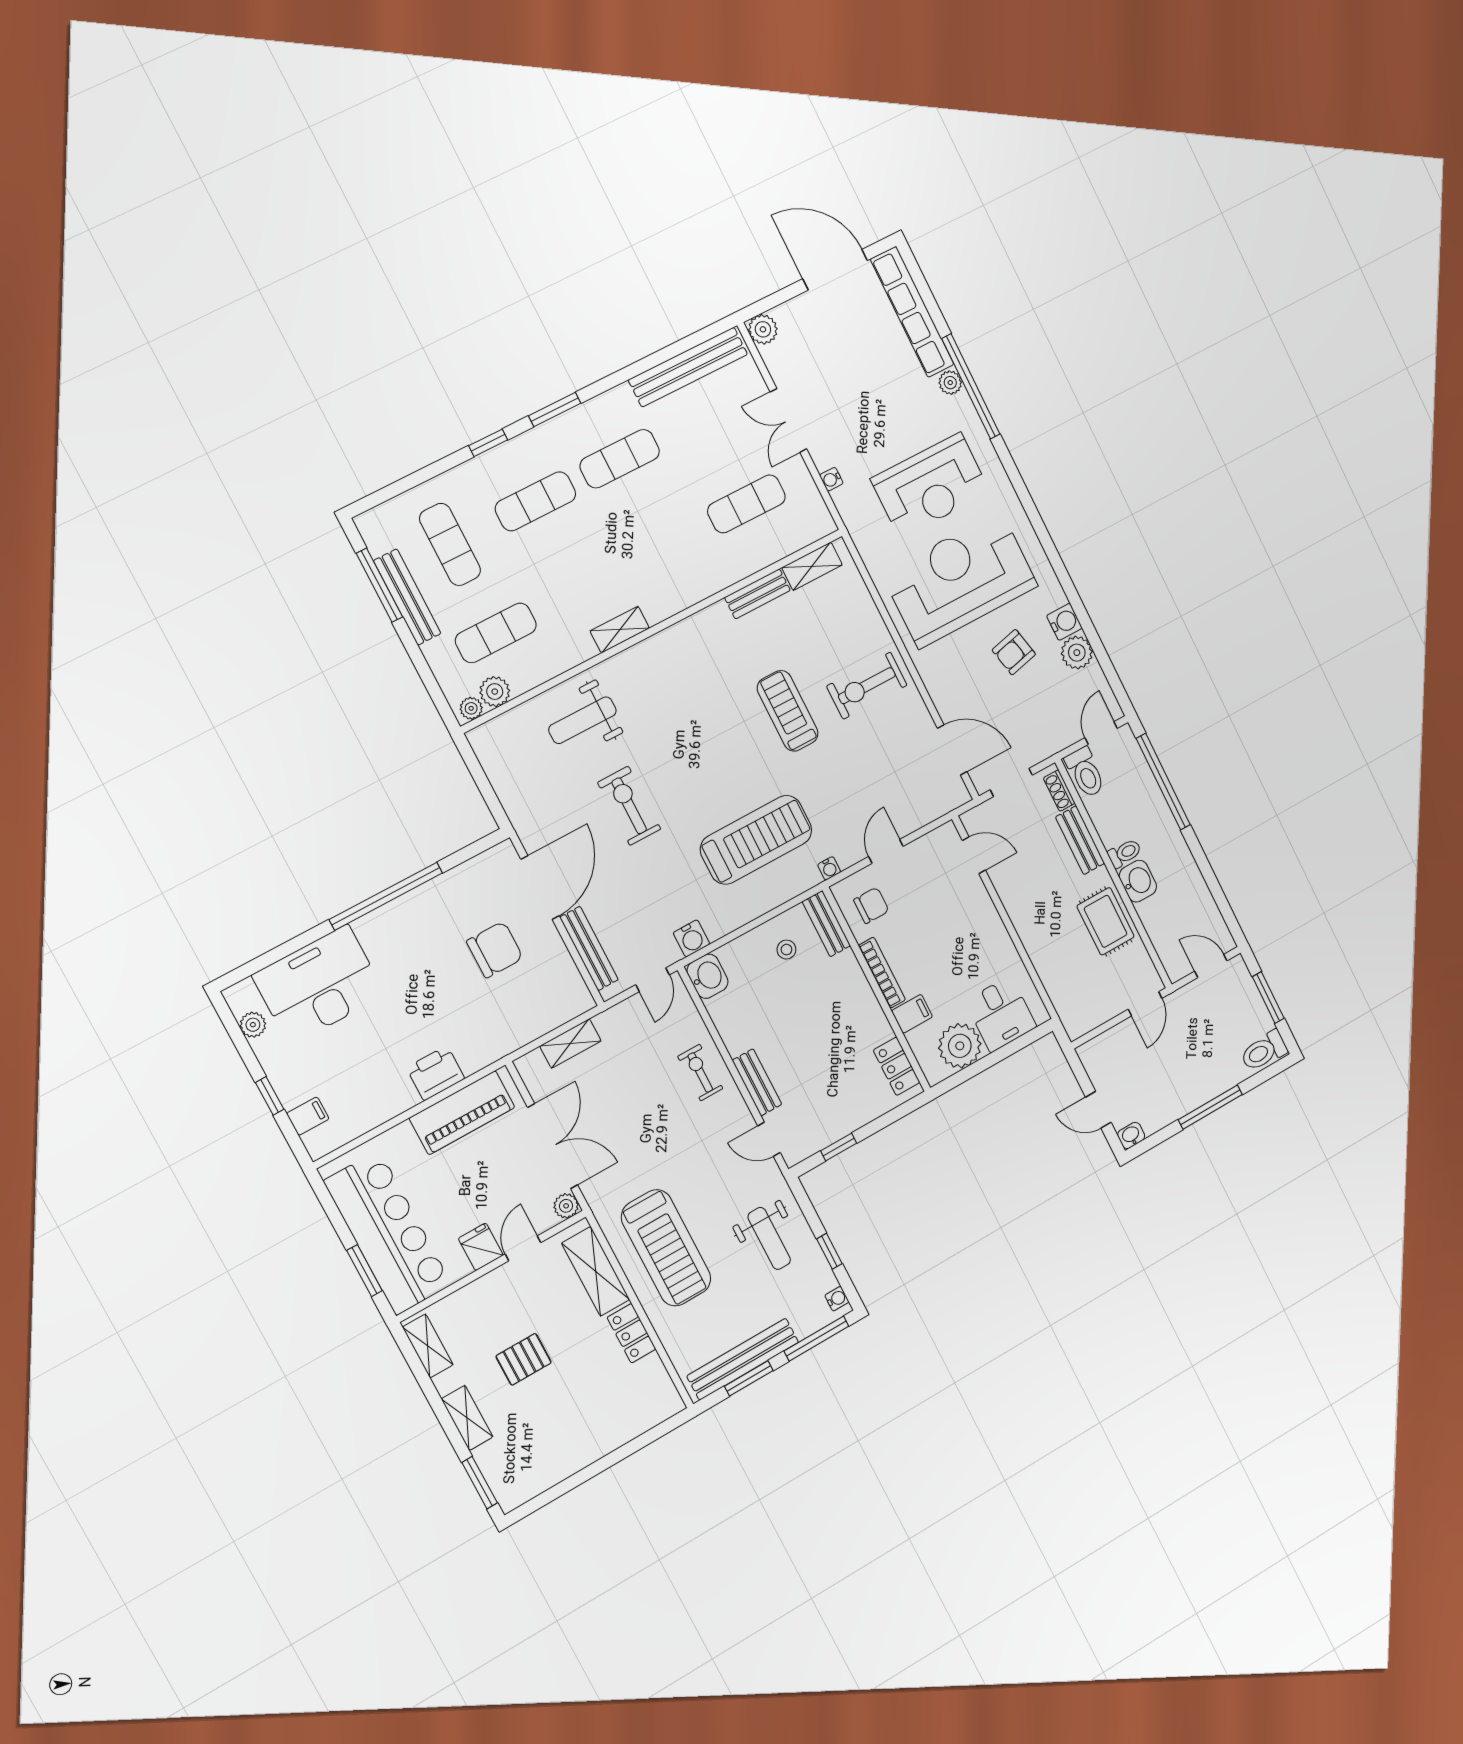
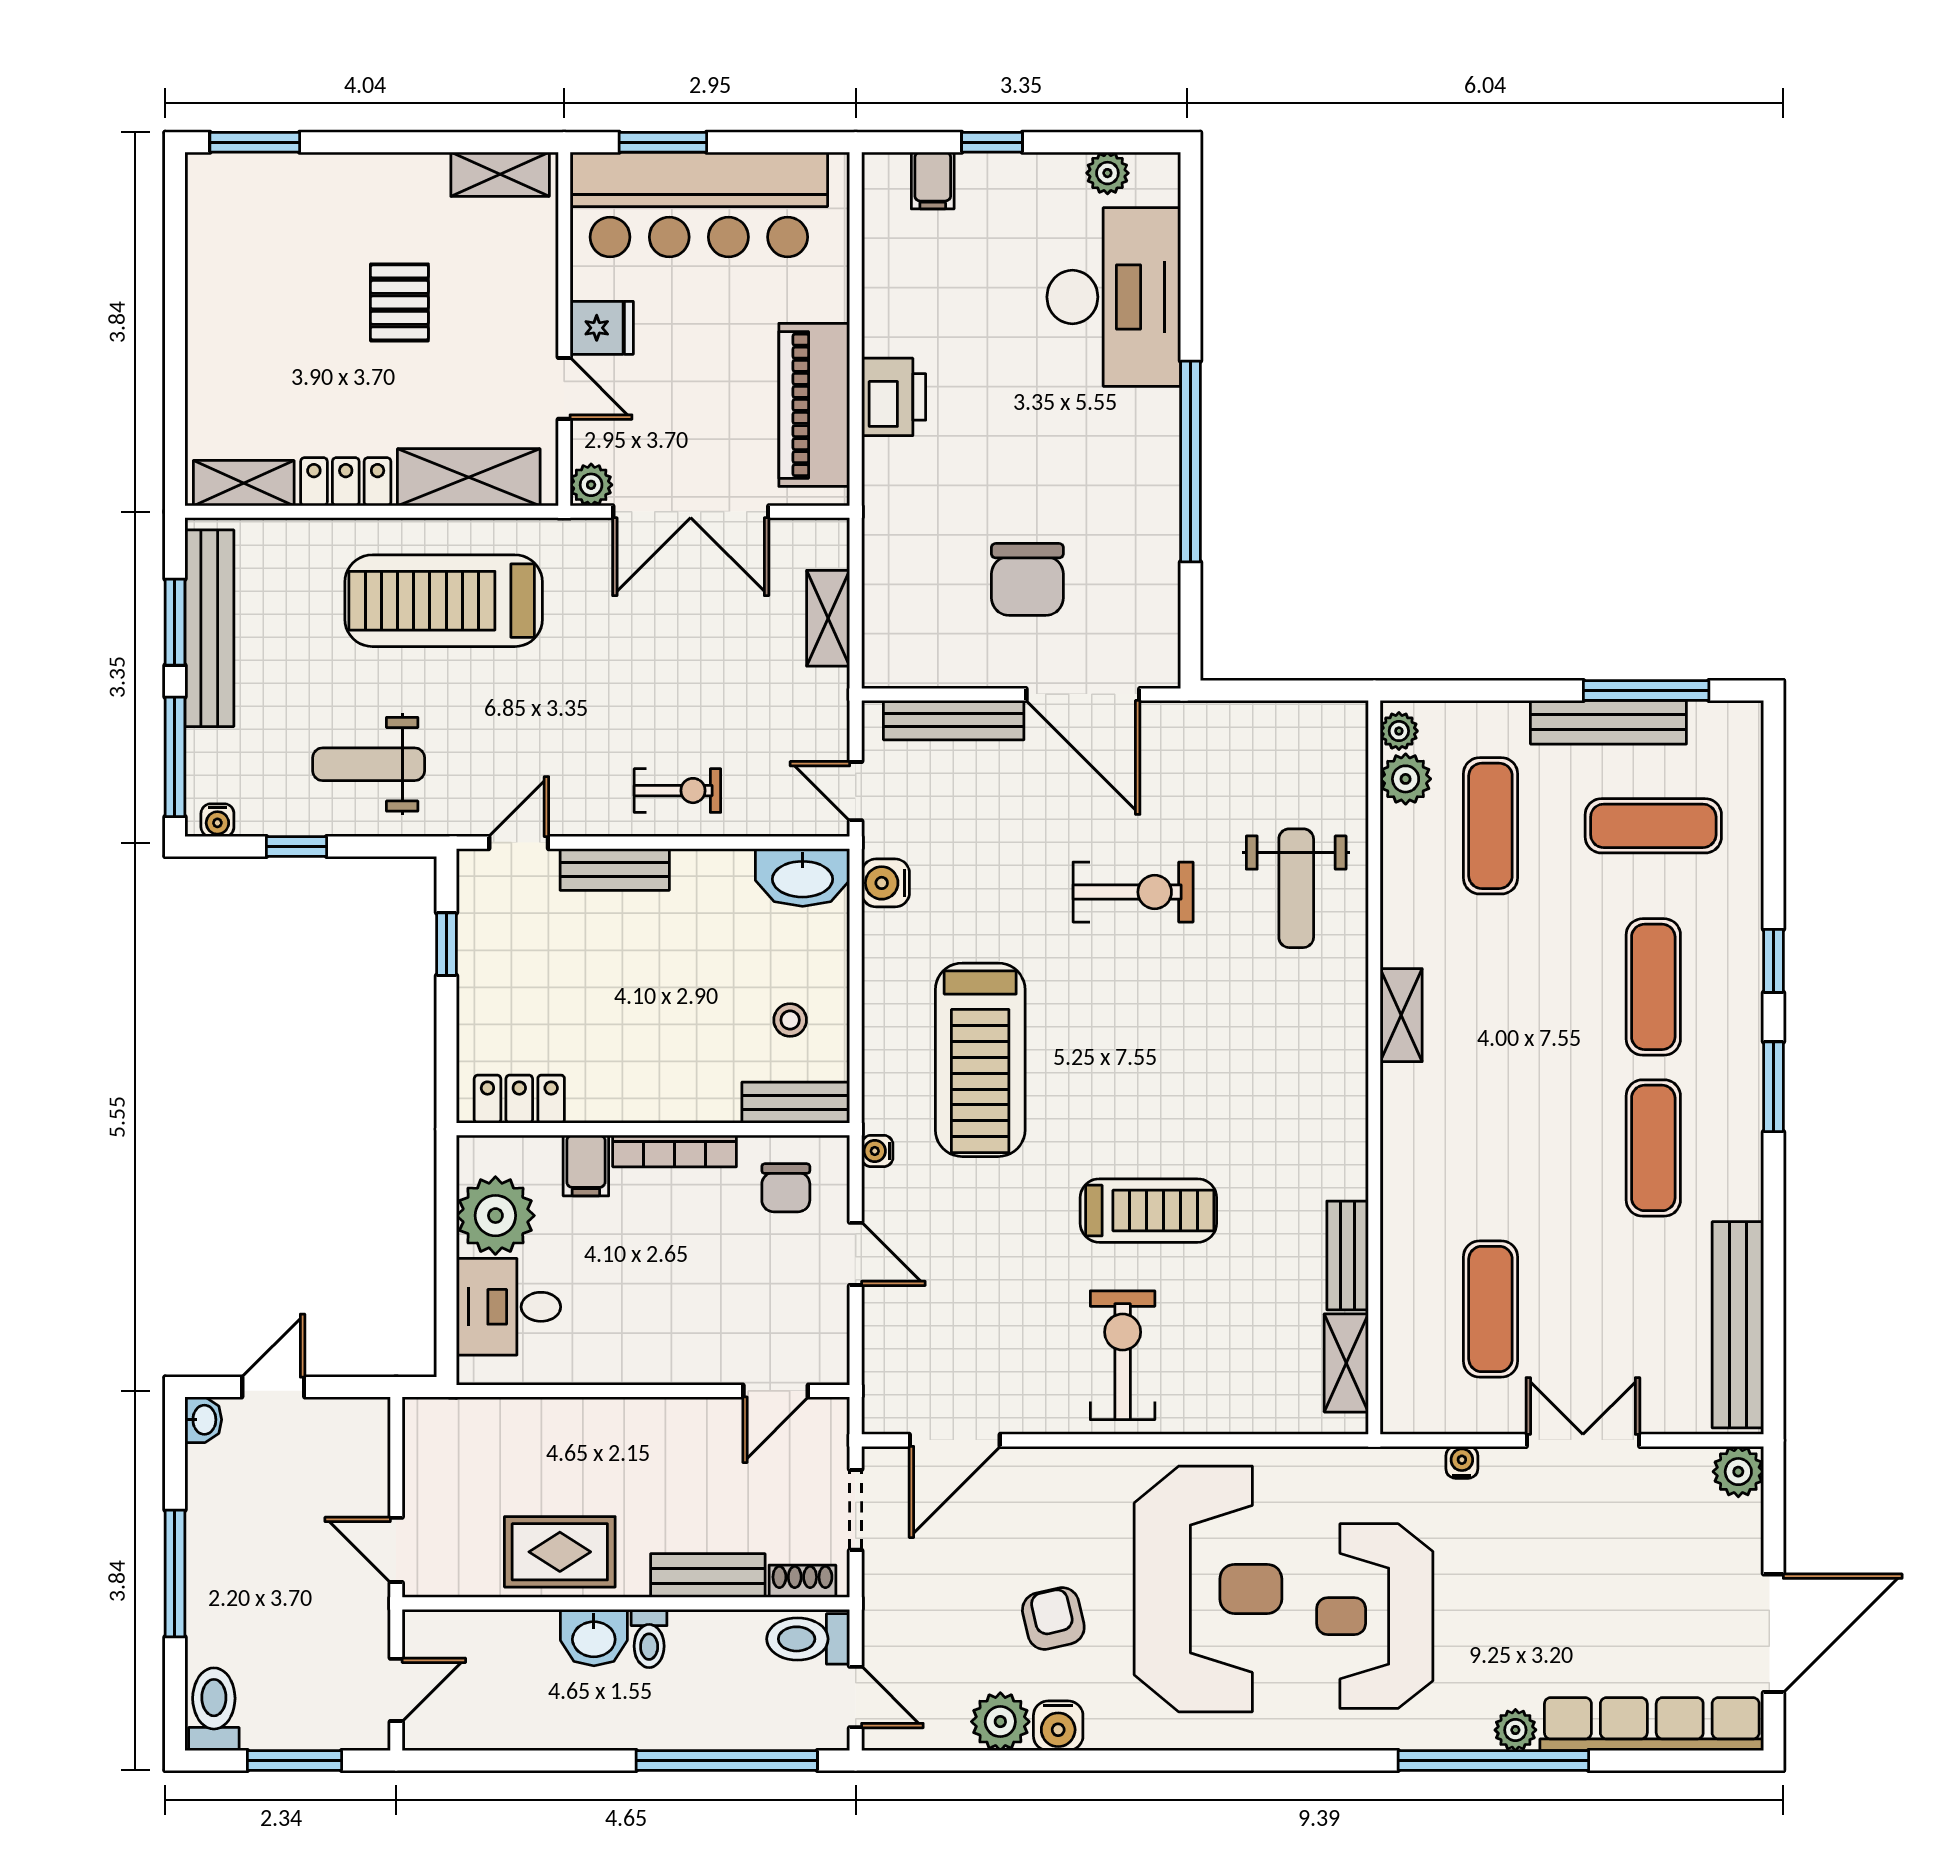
weight bench: (582, 720) -> (1296, 888), turned 180
washbasin: (707, 976) -> (803, 877), width x1.38
shelving: (467, 1418) -> (244, 483), moved

